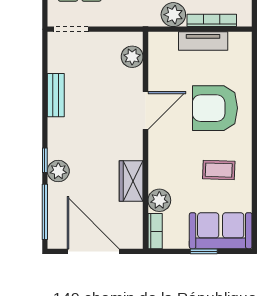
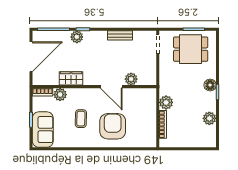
tv unit: (203, 41) -> (151, 119), removed
plant: (132, 57) -> (131, 79), moved
coffee table: (219, 170) -> (81, 119), moved

